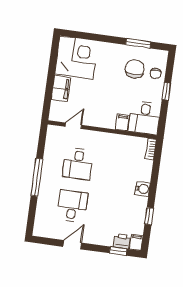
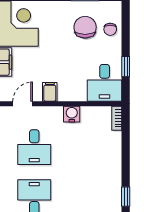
window: (166, 91) -> (126, 67), moved
filing cabinet: (122, 123) -> (50, 92), moved
water cooler: (143, 189) -> (72, 114), moved, turned -90

